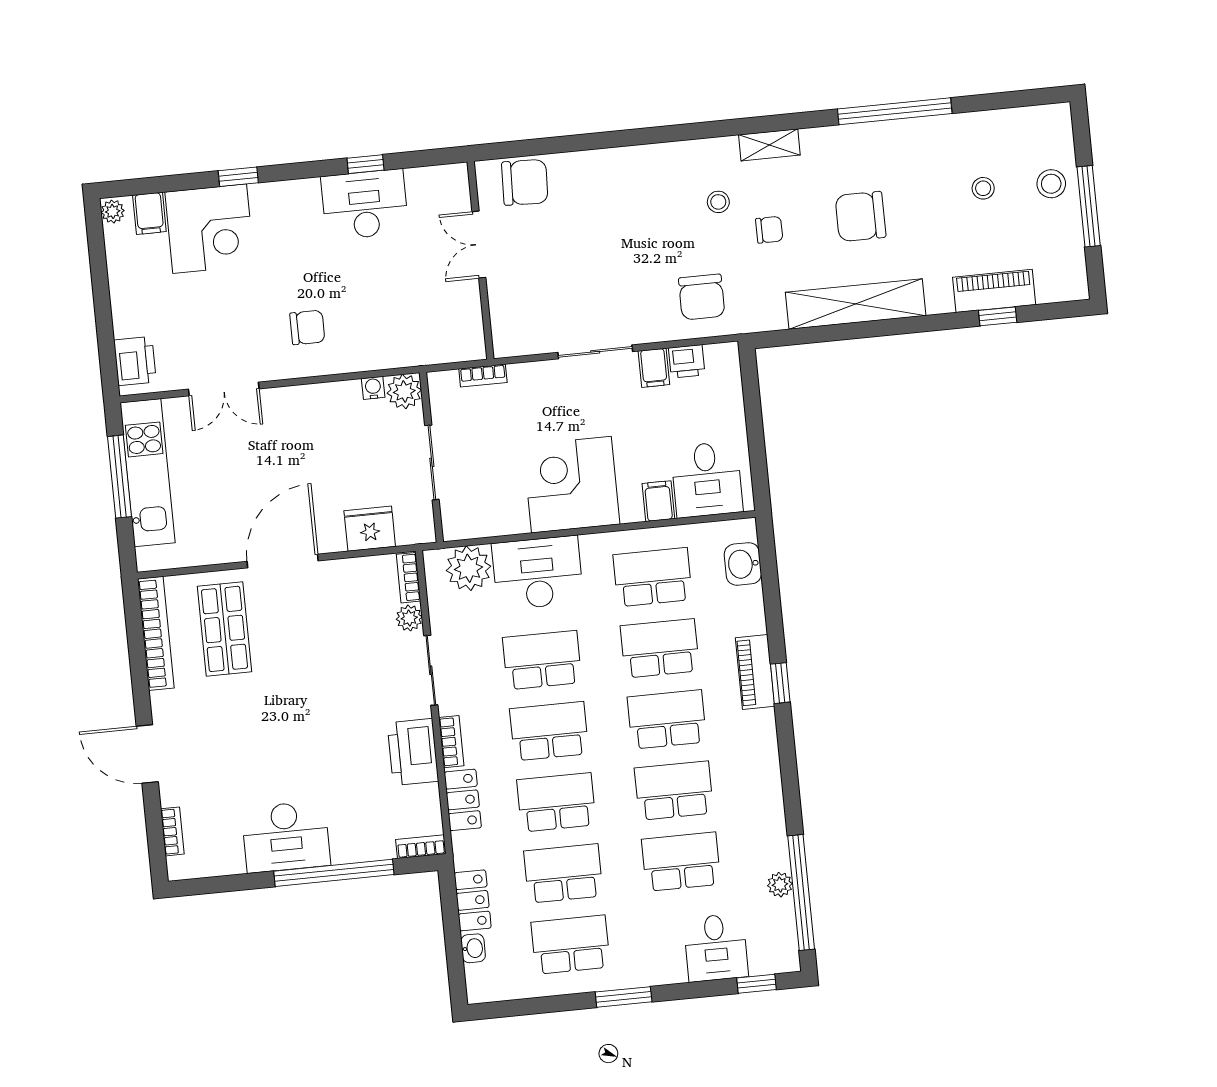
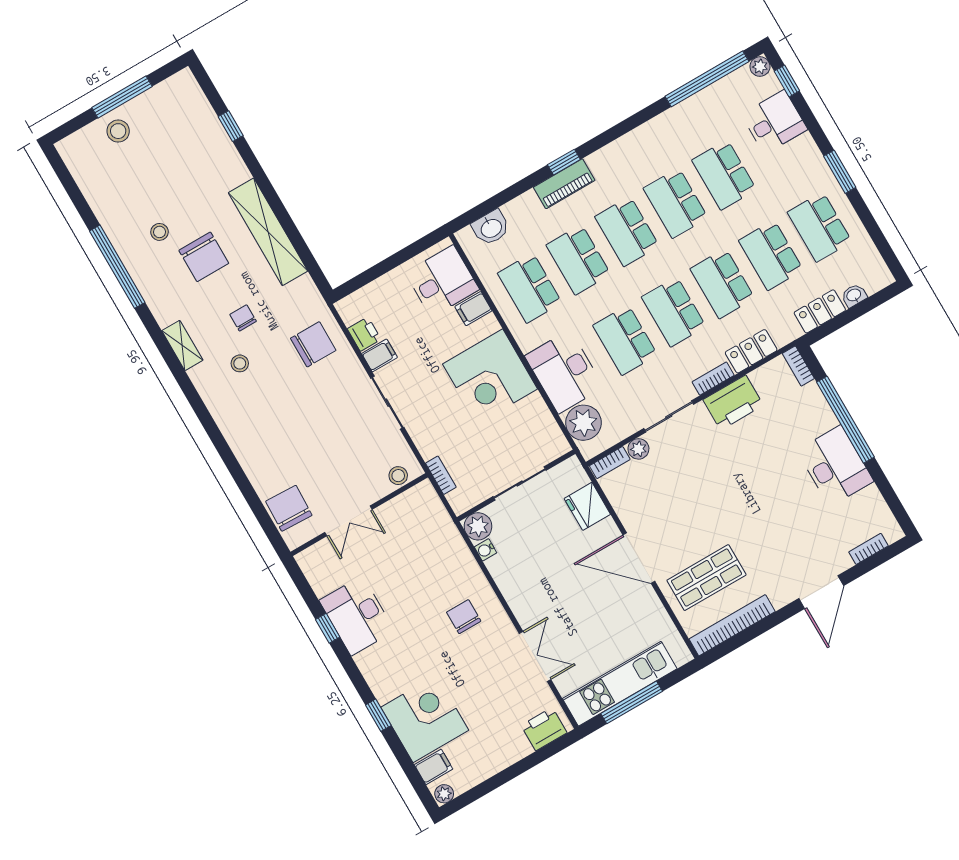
stool: (983, 188) -> (159, 232), moved
piano: (994, 291) -> (214, 137), removed
stool: (505, 326) -> (398, 476), added
plant: (780, 885) -> (760, 67), moved

